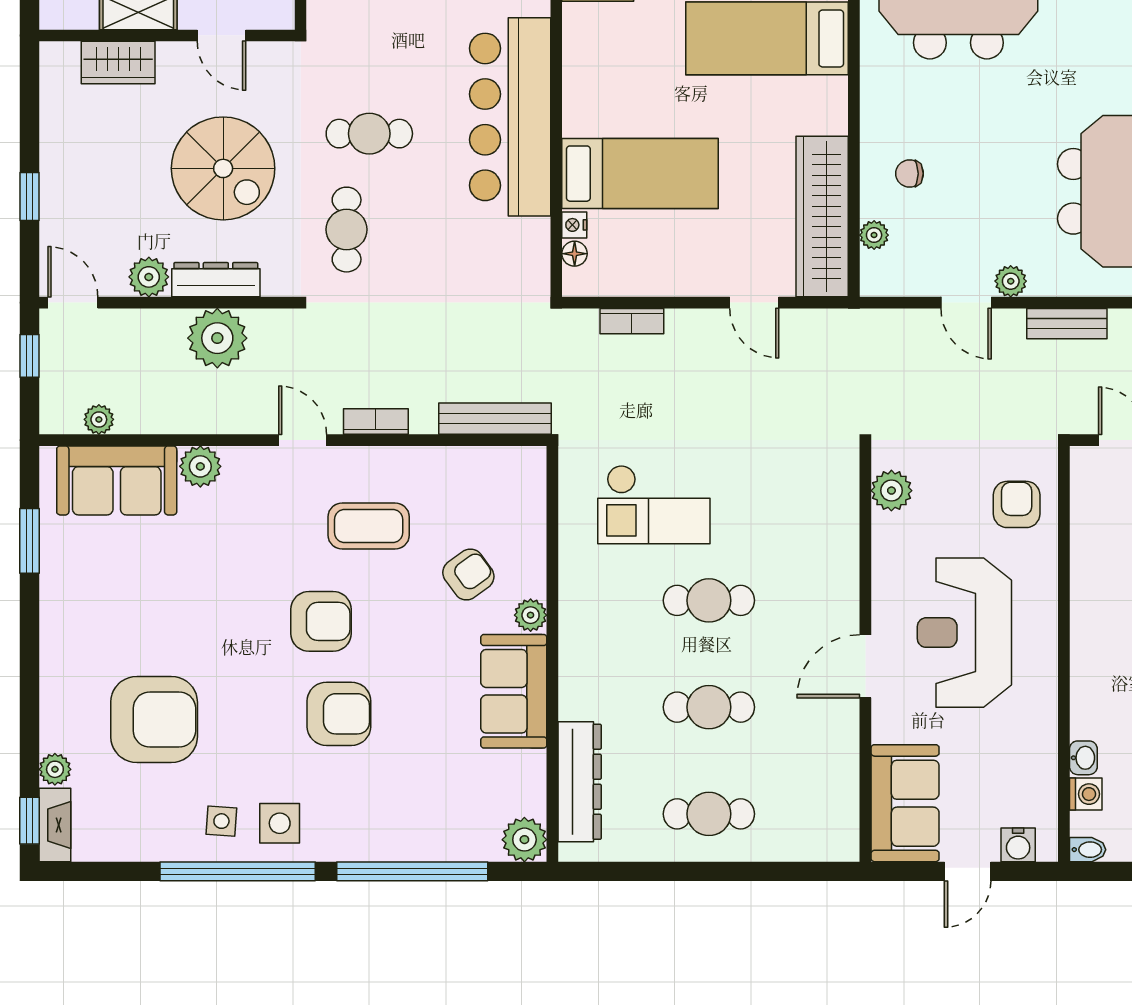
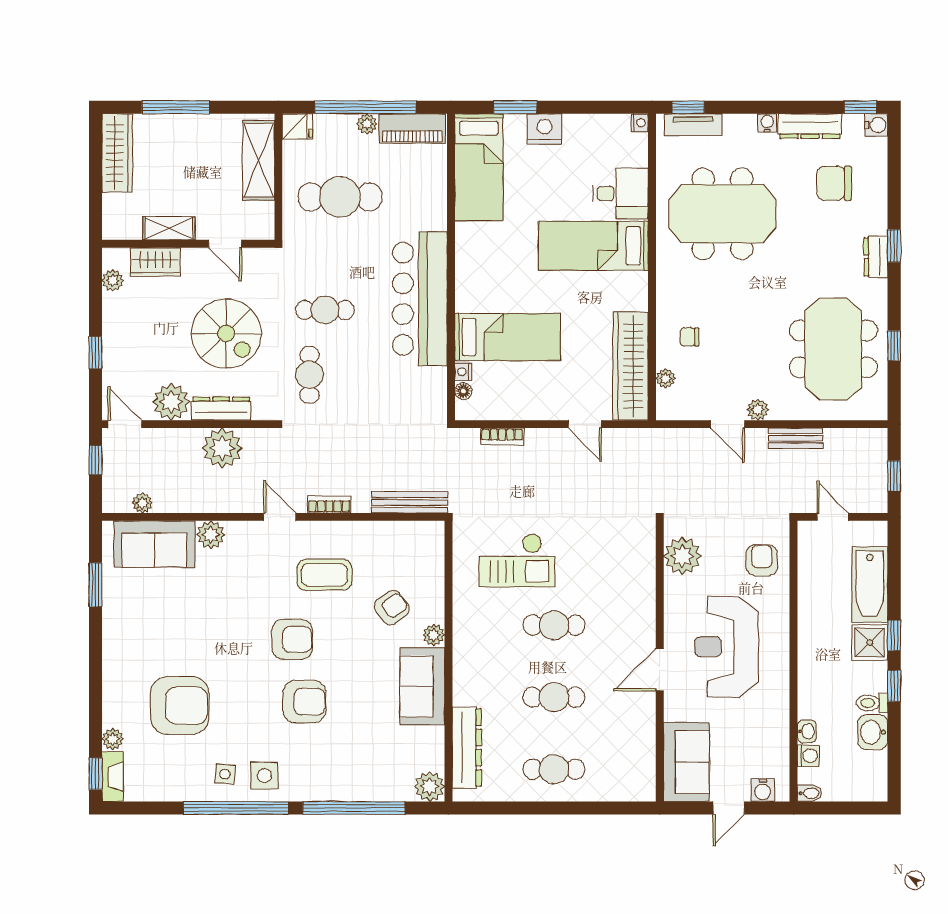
plant: (55, 90) -> (113, 280), added
plant: (149, 277) -> (171, 402), width x1.36, depth x1.36
plant: (891, 491) -> (682, 556), width x1.36, depth x1.36

